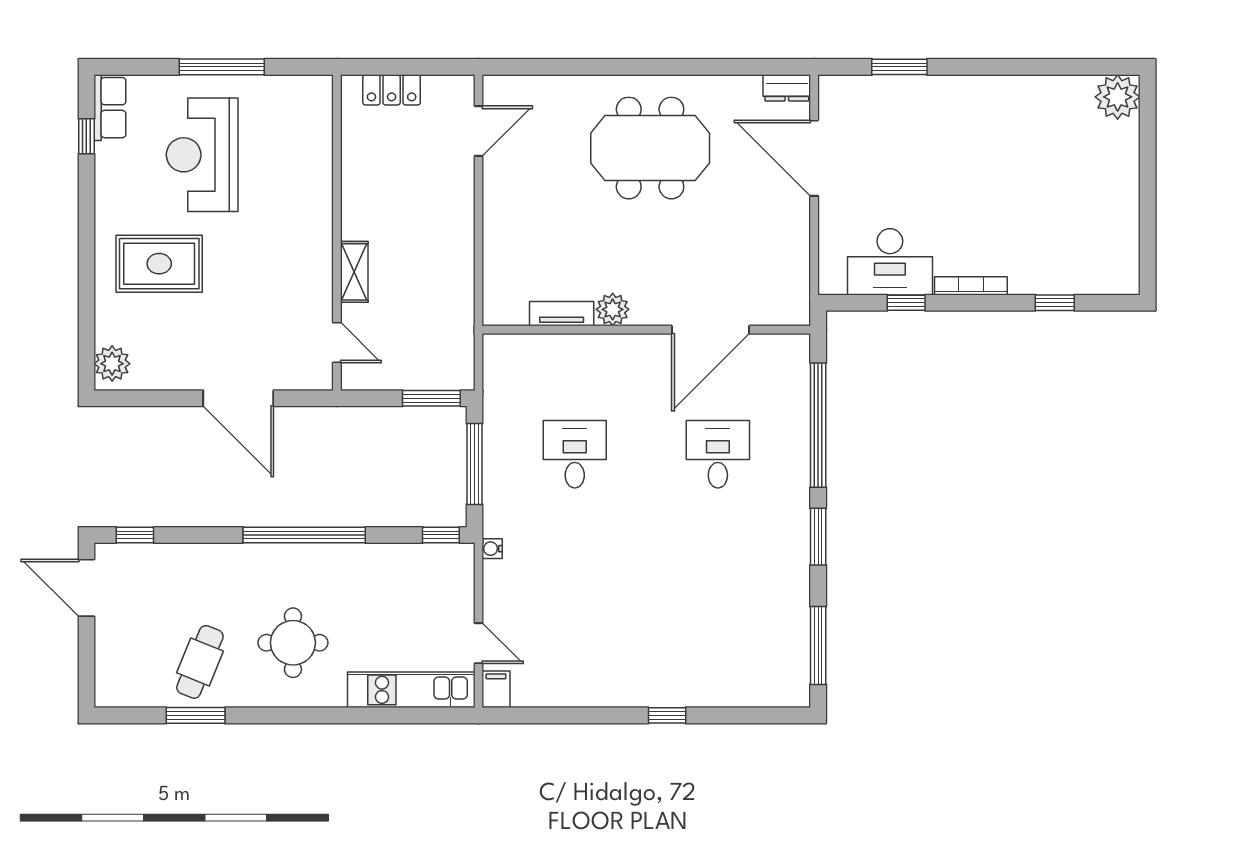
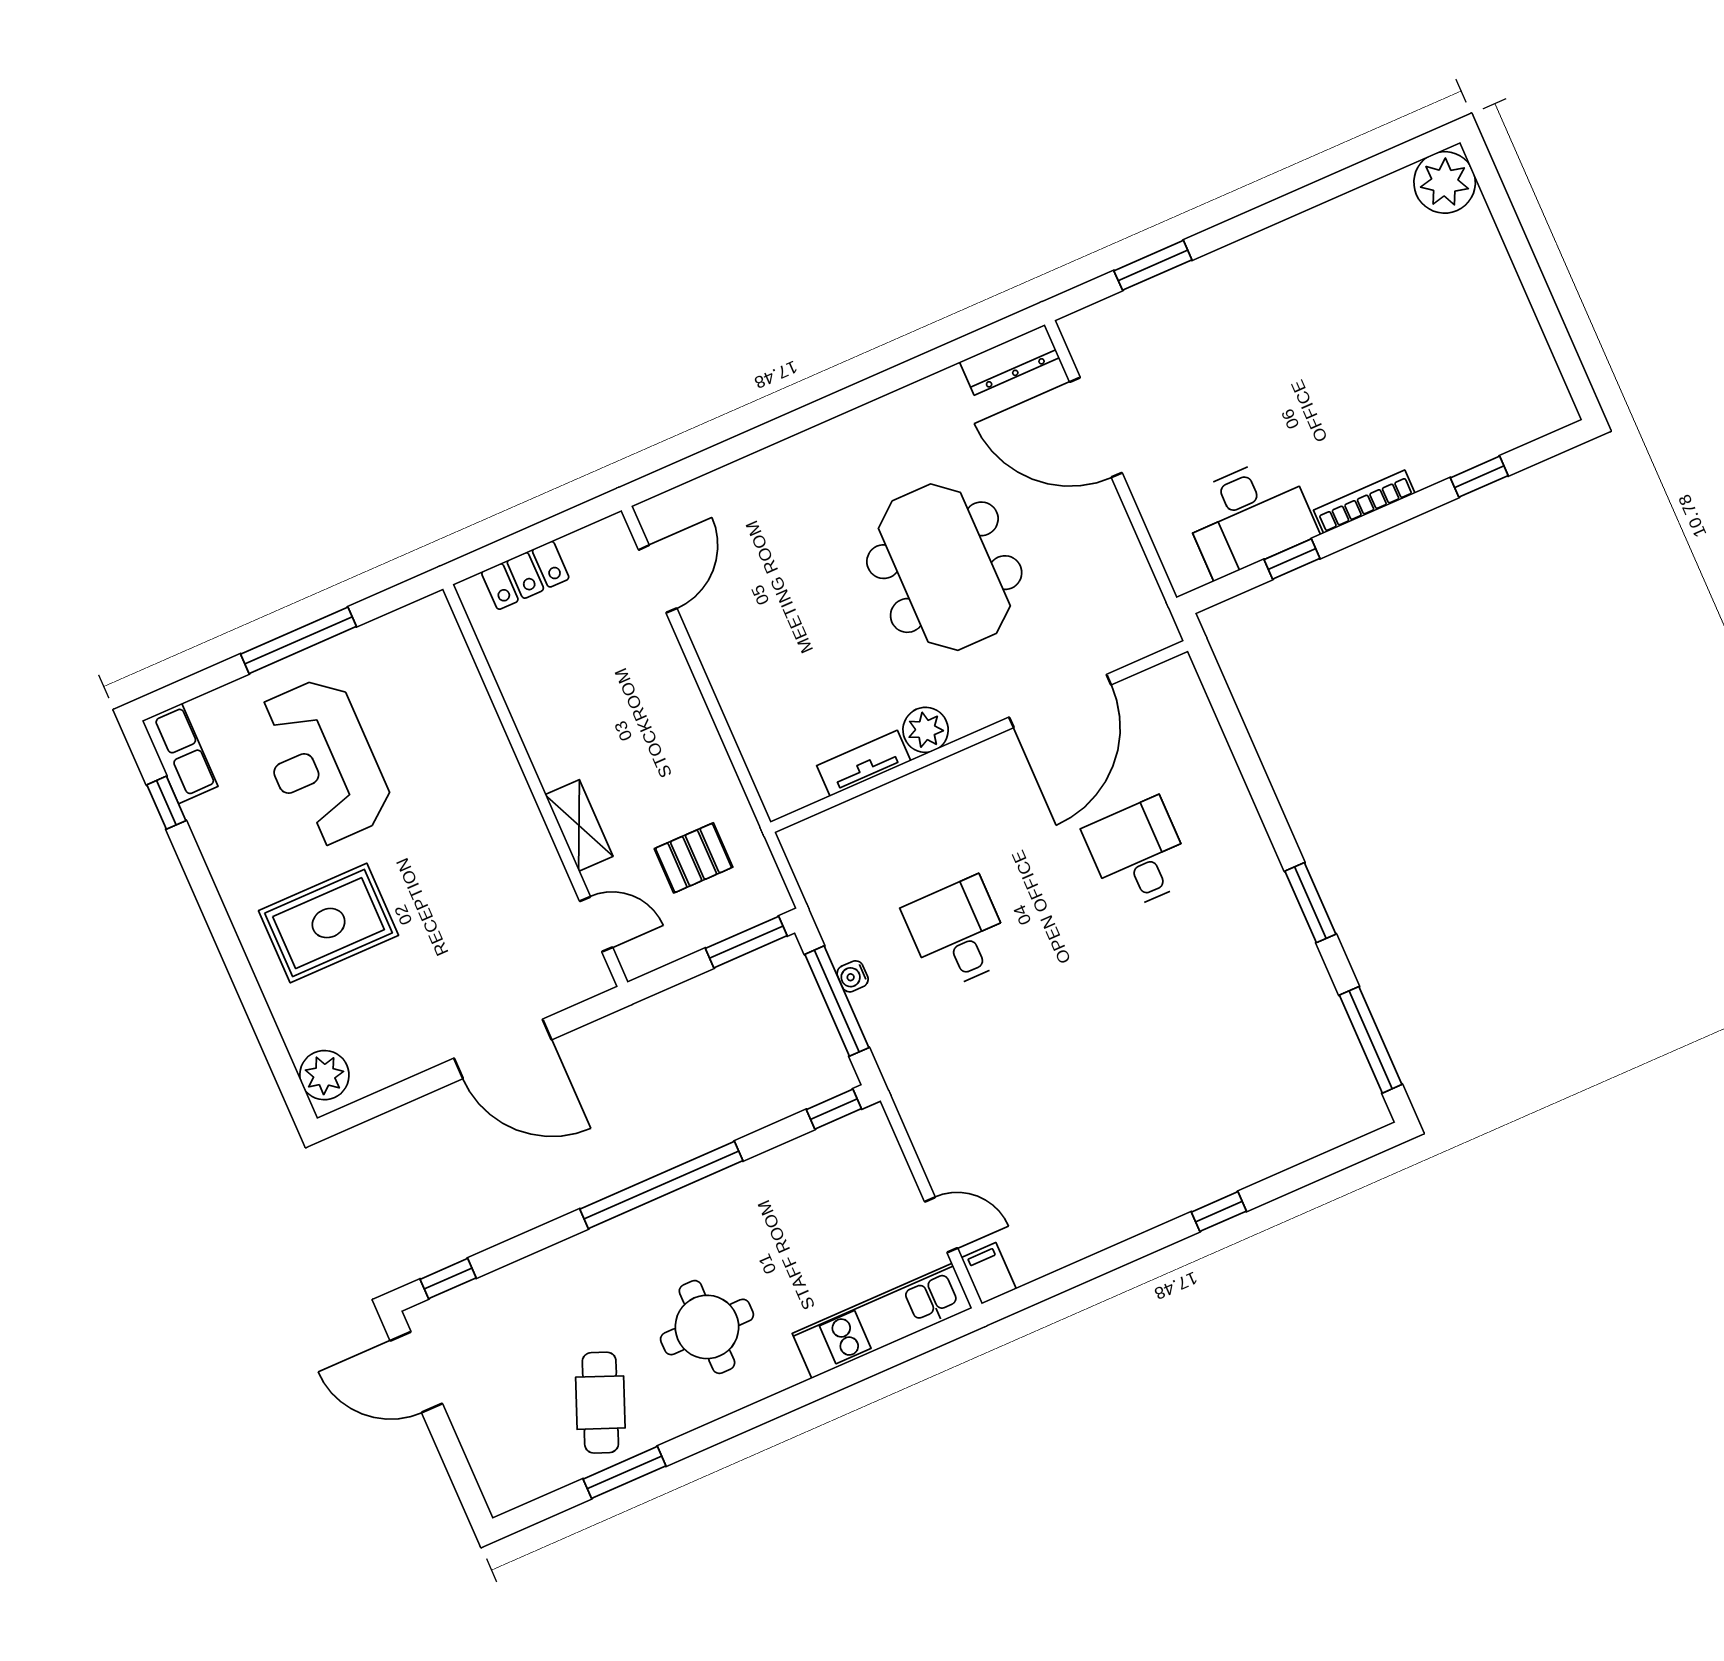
dresser: (787, 88) -> (1010, 360), width x1.44
meeting table: (650, 148) -> (944, 567), moved, turned 90
pallet: (421, 327) -> (694, 858), added
window: (818, 425) -> (1249, 762), removed
water cooler: (492, 549) -> (853, 976), moved

